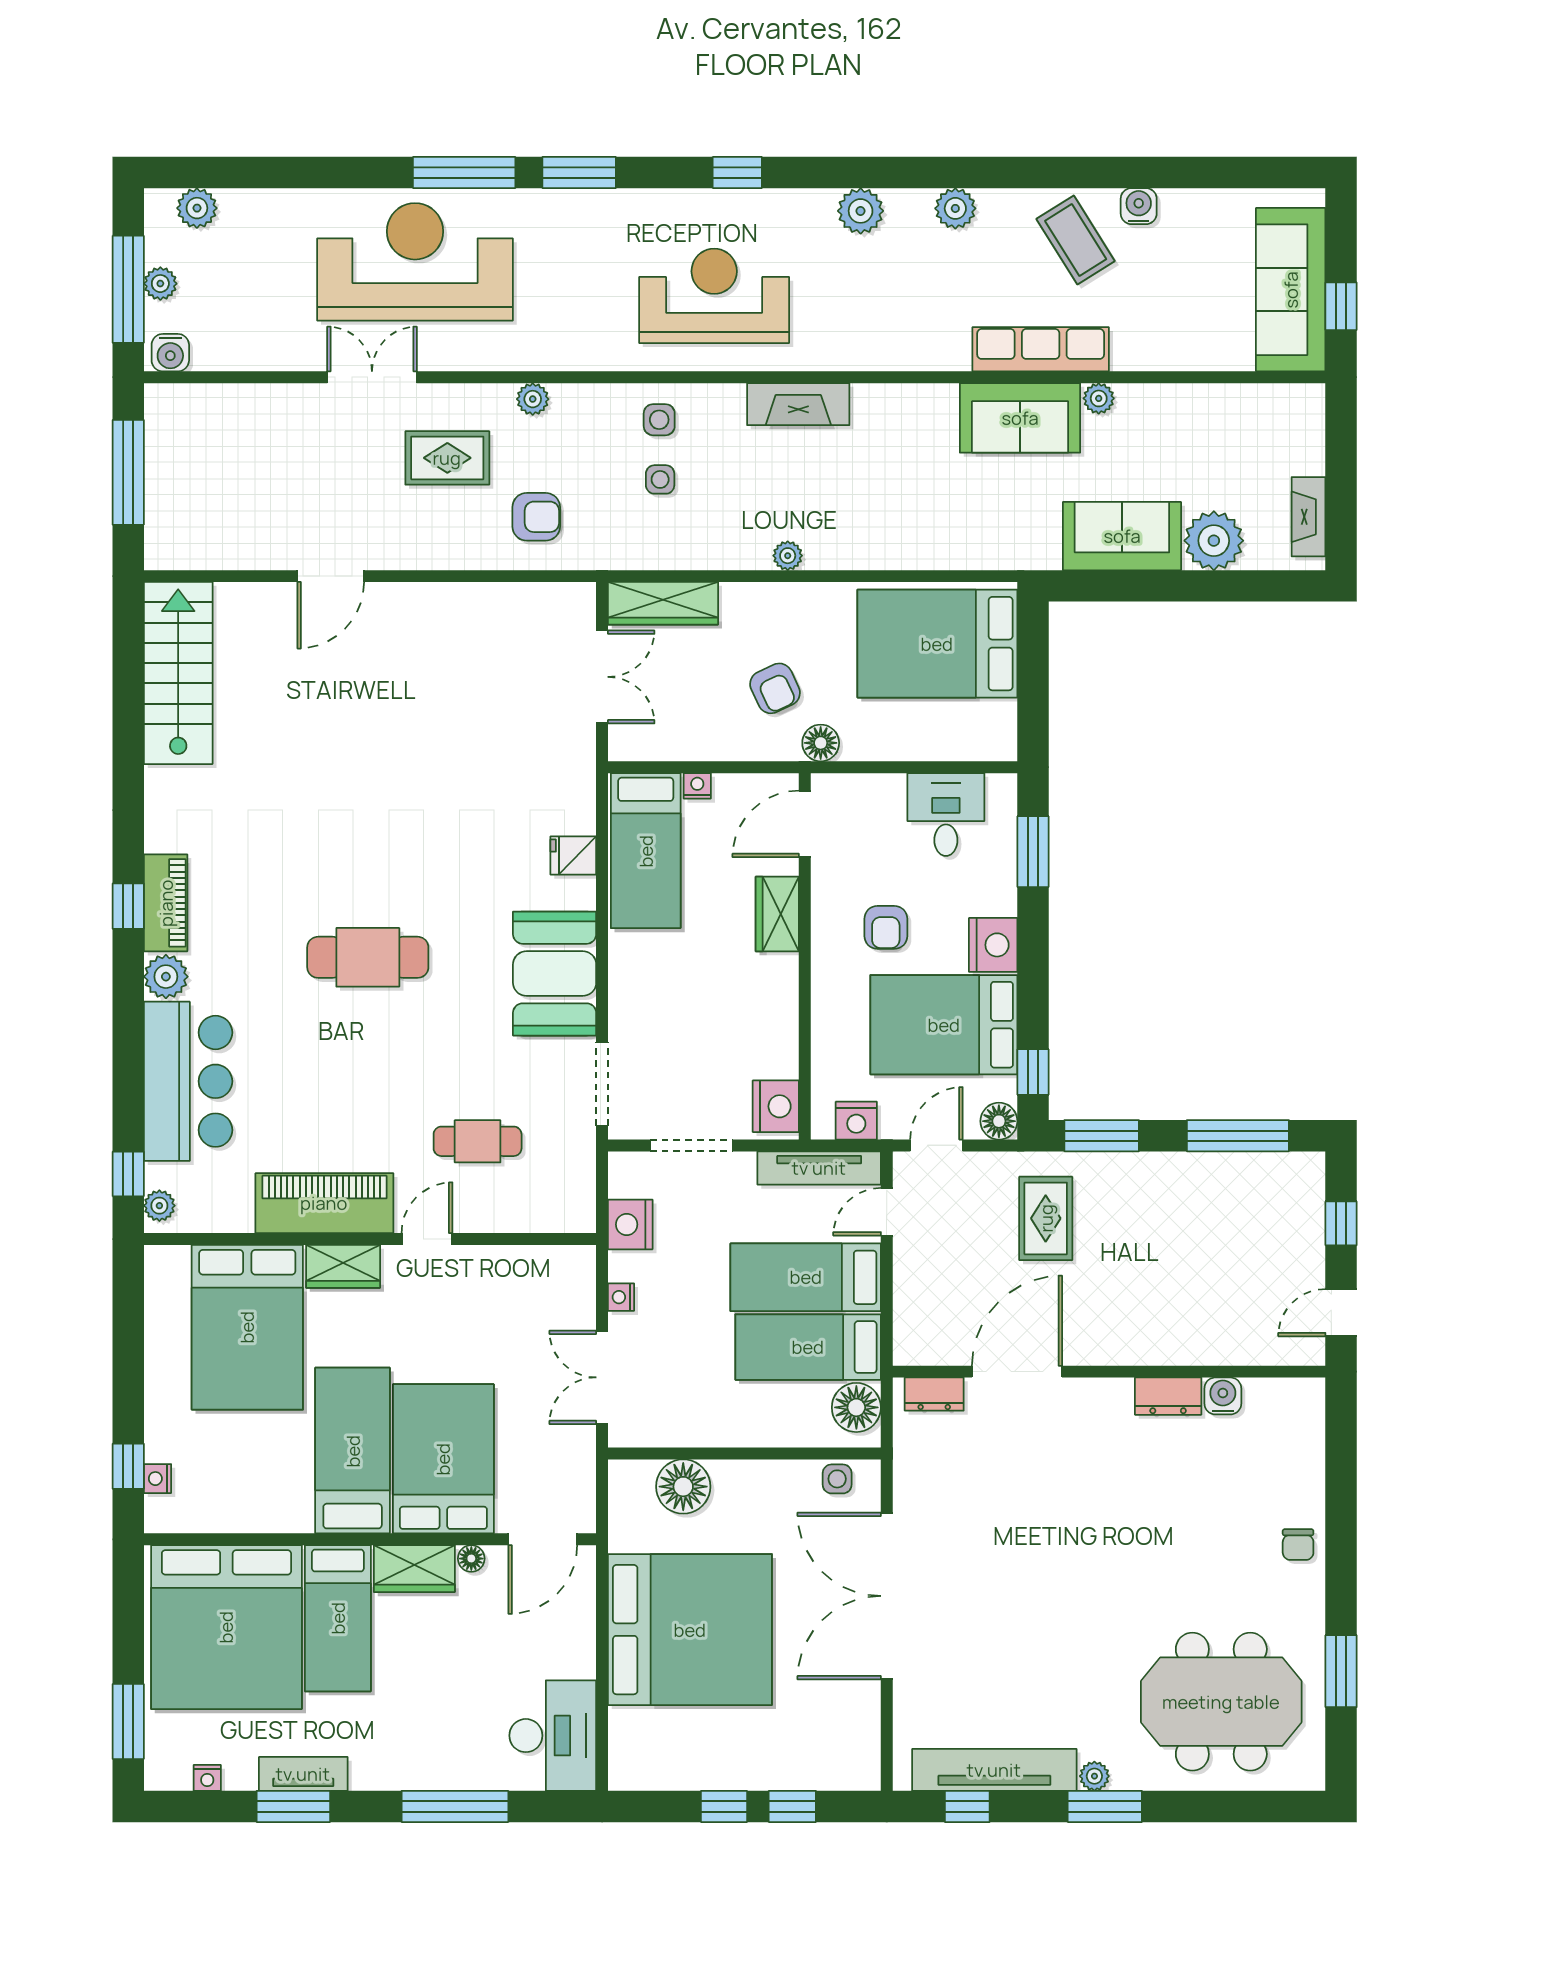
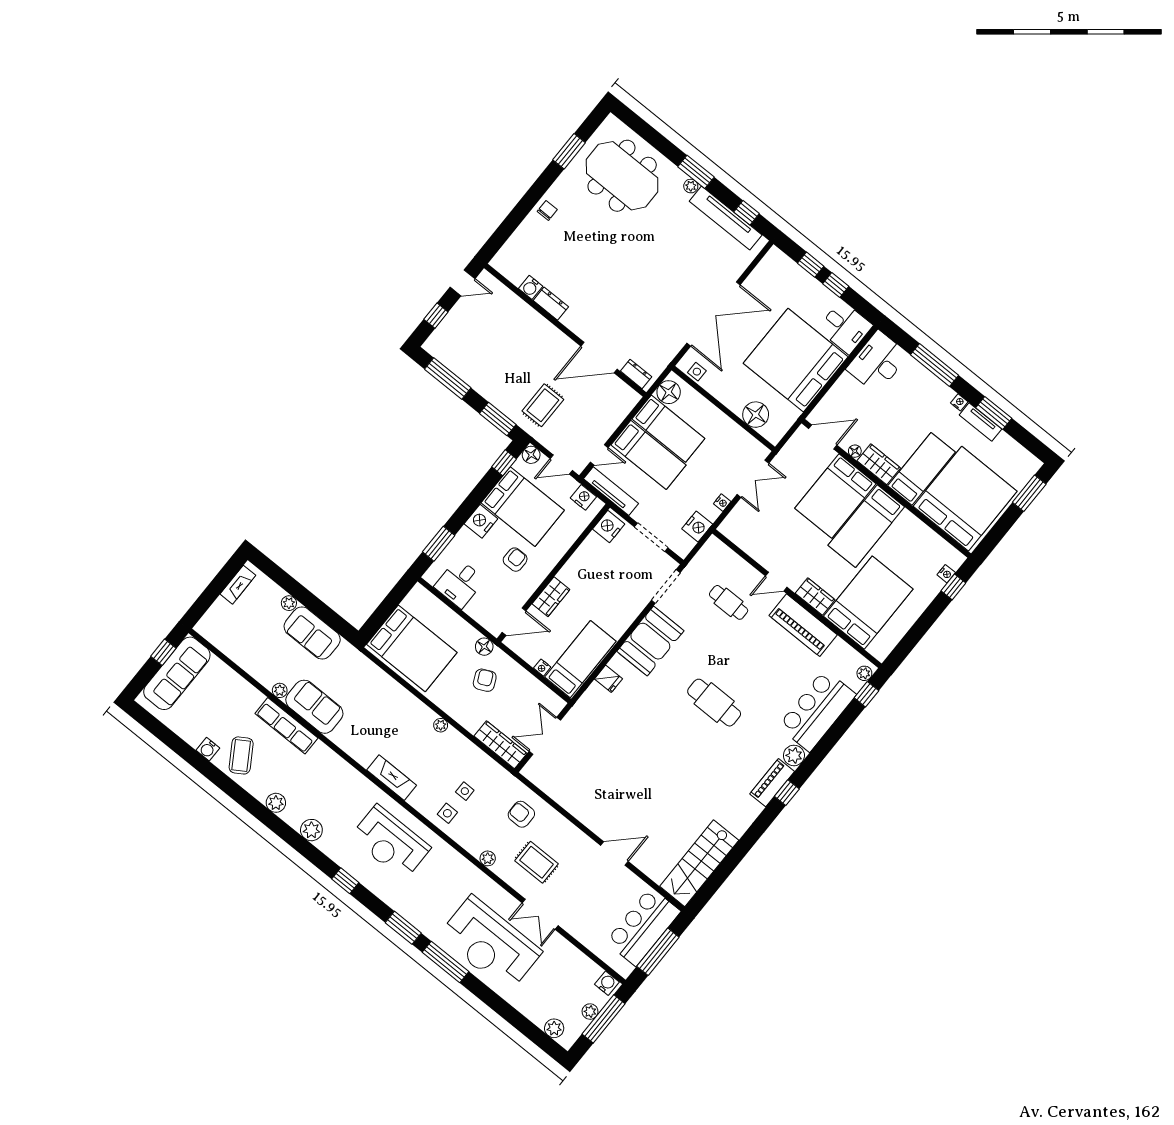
bar counter: (186, 494) -> (643, 927), added
plant: (1214, 541) -> (289, 603), width x0.53, depth x0.53
desk: (653, 1749) -> (845, 327), added
nightstand: (207, 1778) -> (959, 402), moved

